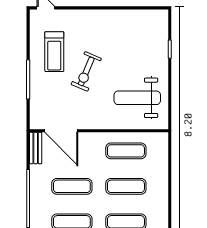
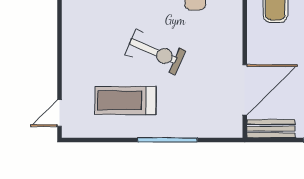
treadmill: (54, 52) -> (126, 100), turned 180

